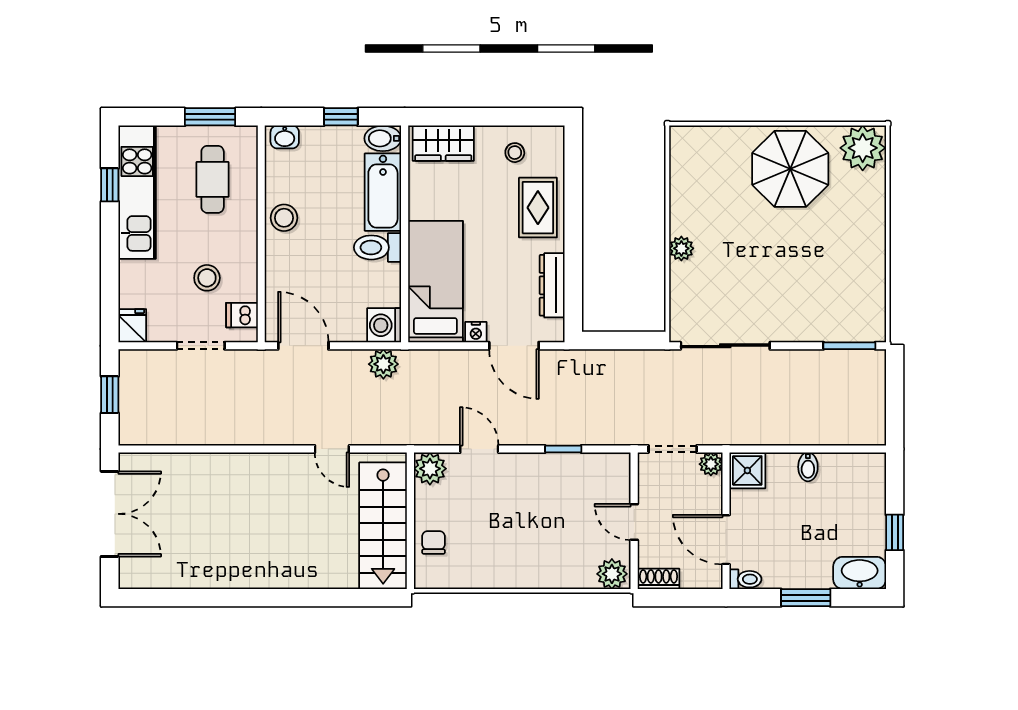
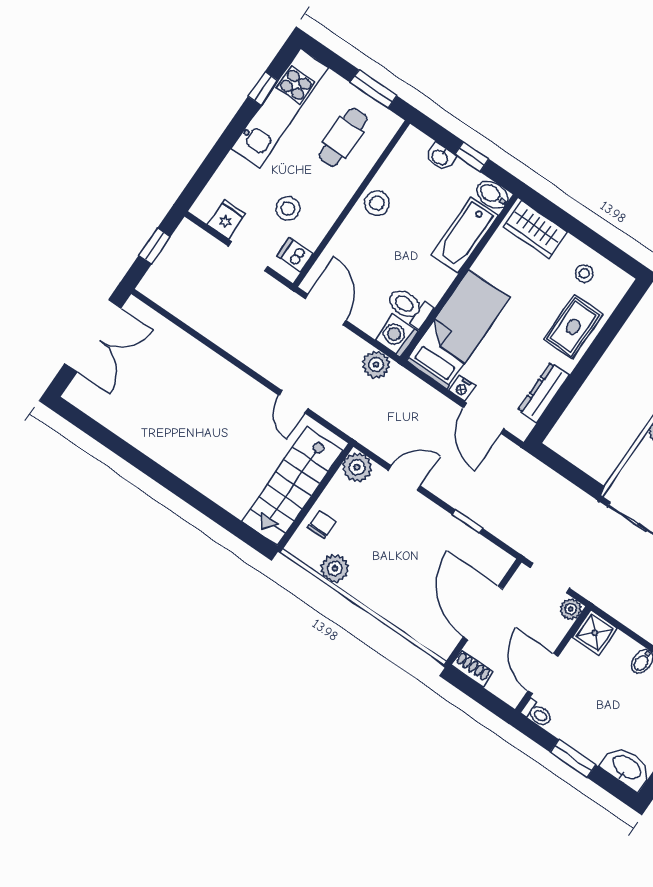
washbasin: (285, 137) -> (440, 157), moved
toilet: (378, 247) -> (409, 307), moved
fridge: (132, 326) -> (226, 219), moved
door: (479, 449) -> (404, 478), hinge flipped
door: (634, 522) -> (483, 613), width x1.87
plant: (612, 574) -> (335, 569), moved

